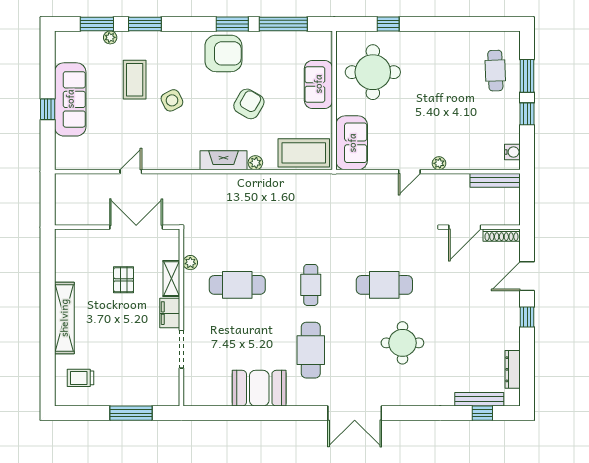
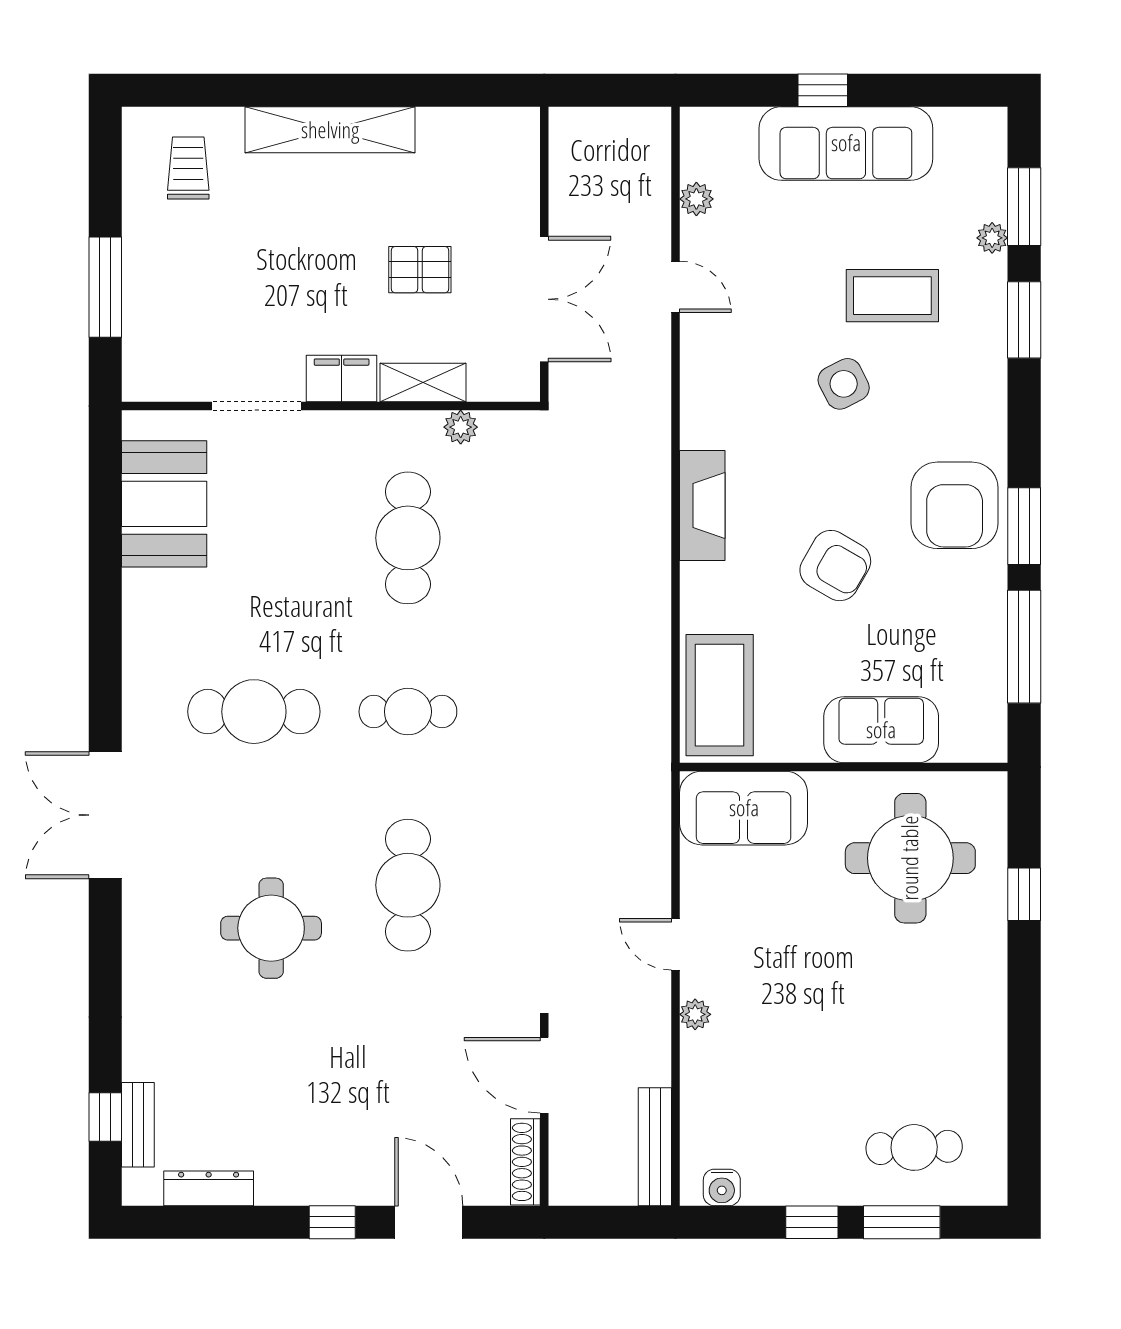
plant: (255, 163) -> (696, 199), moved
booth: (259, 388) -> (164, 504), moved
bench: (479, 399) -> (138, 1125), width x0.73

